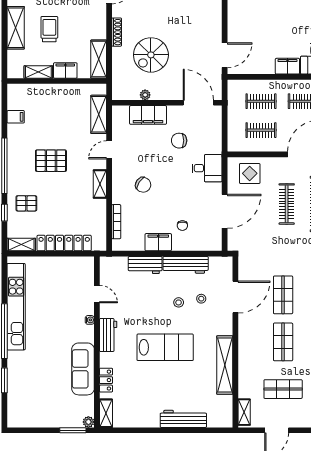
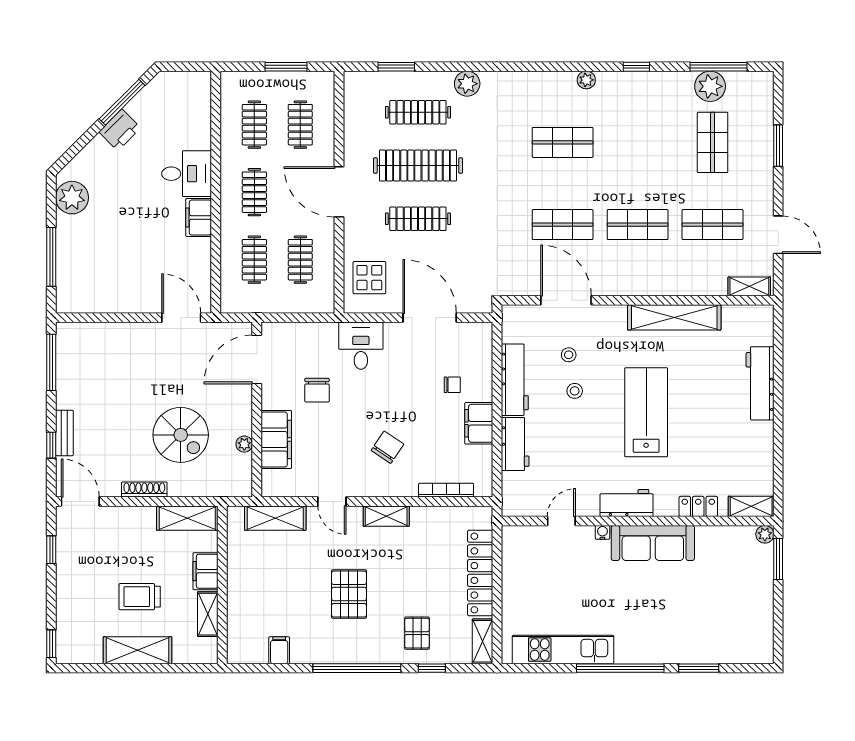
kitchen unit: (16, 307) -> (563, 649), width x0.73
sofa: (83, 369) -> (653, 543), moved
shop shelf: (283, 389) -> (713, 225), turned 90

